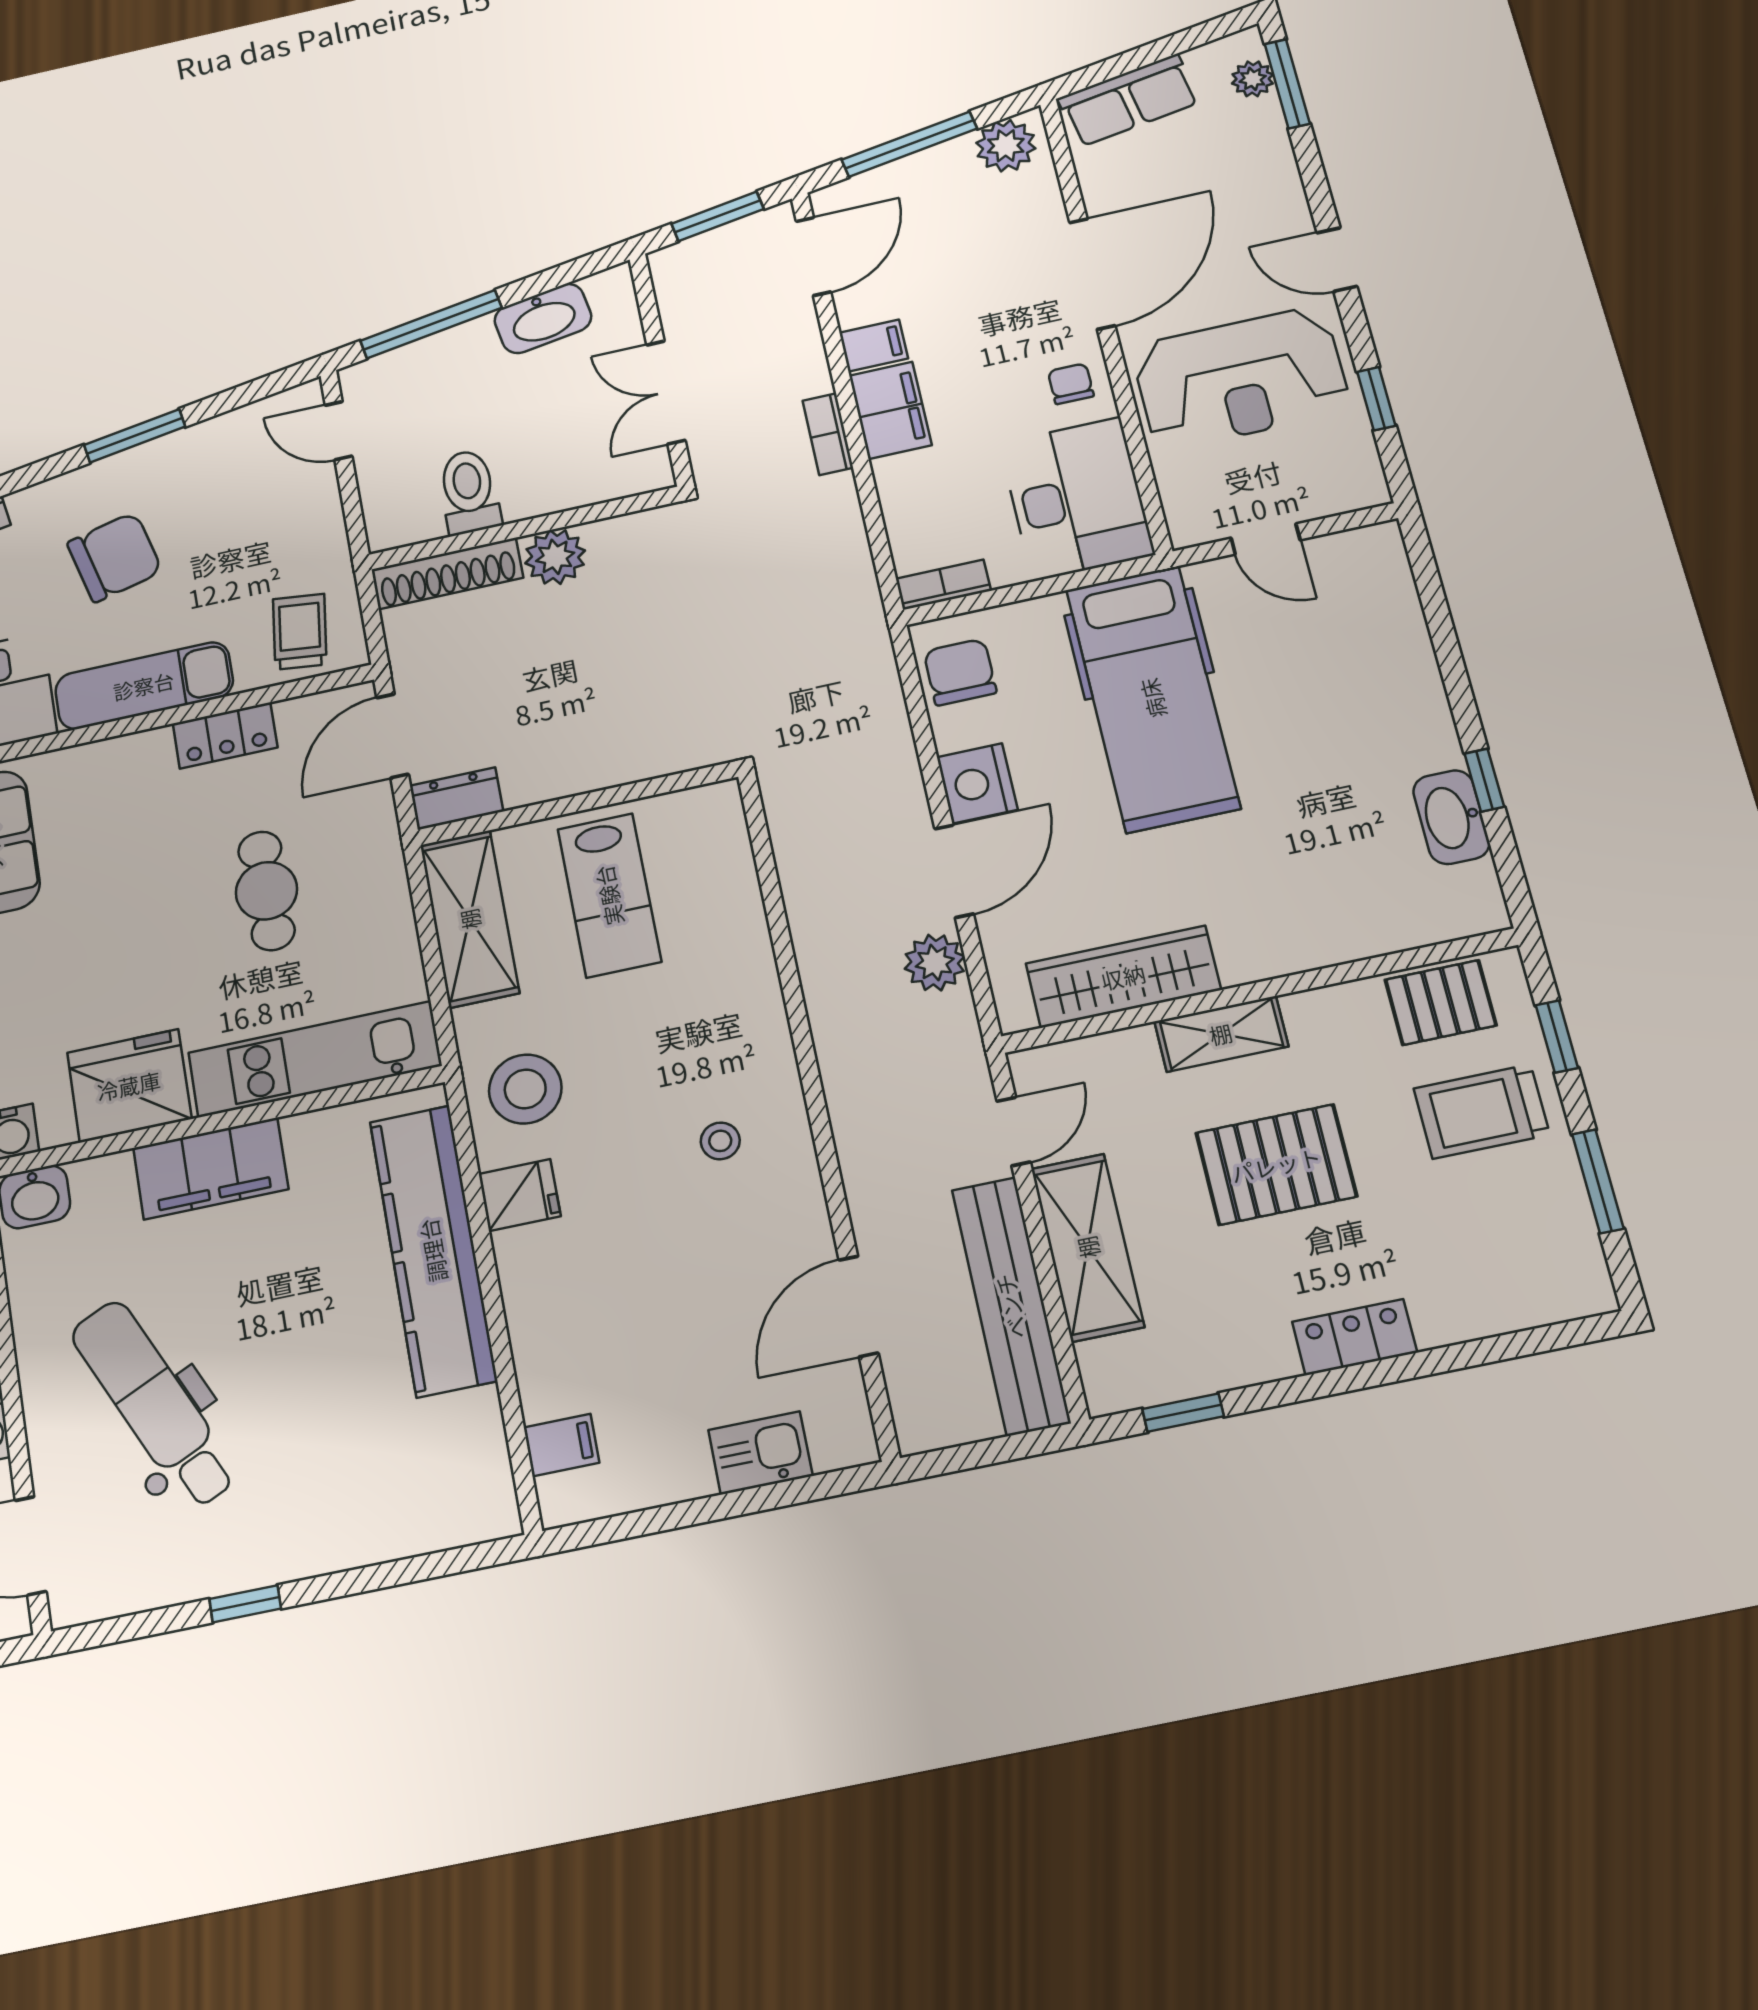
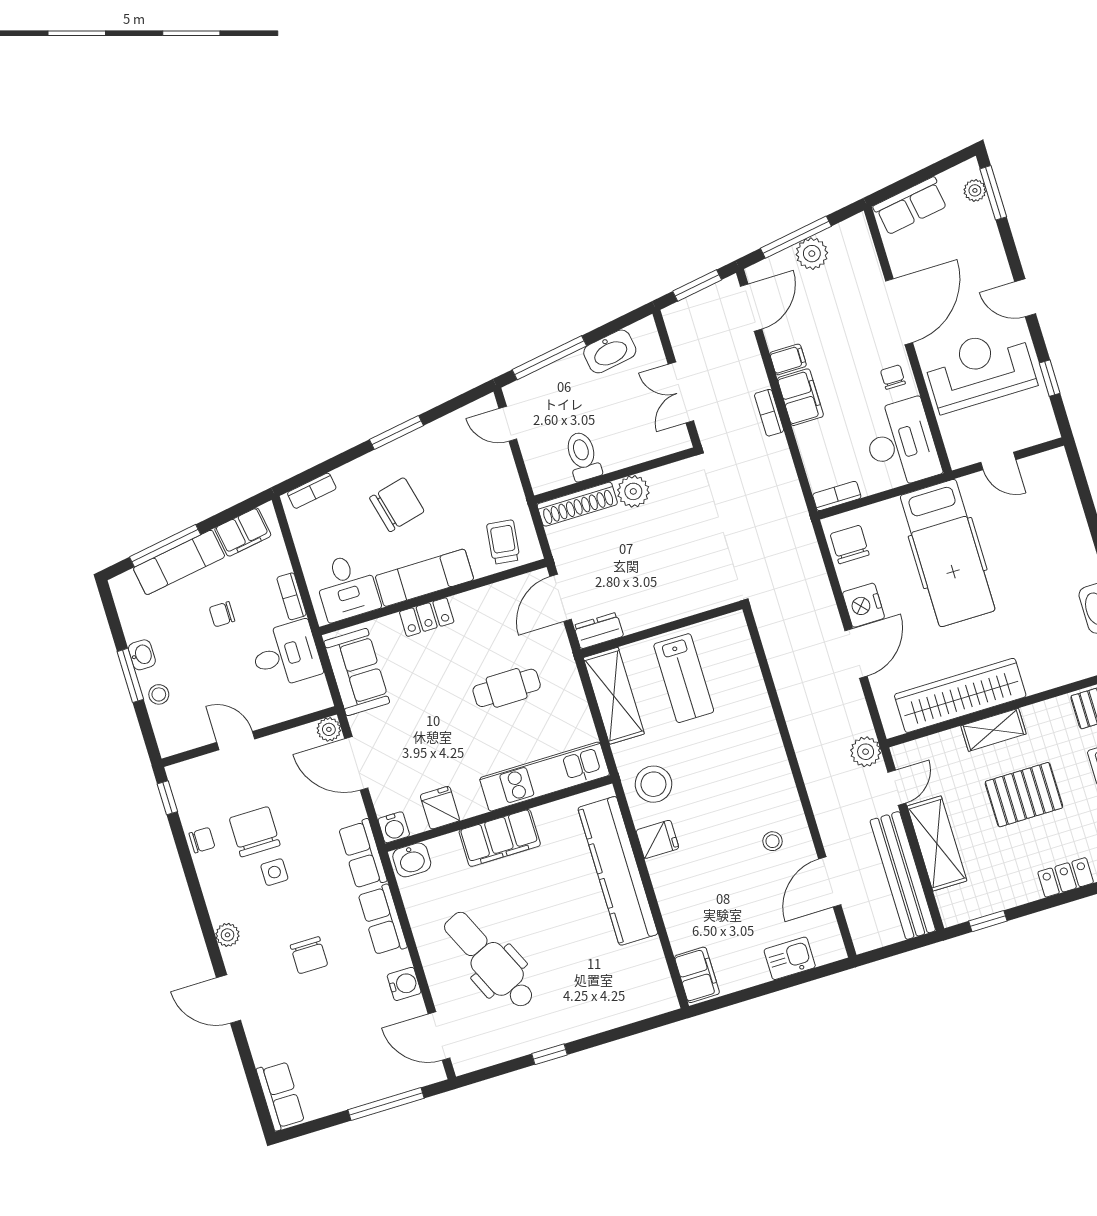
plant: (1006, 146) -> (812, 254), moved
reception desk: (1240, 378) -> (980, 370), turned 180
locker: (225, 735) -> (427, 617), moved
cafe table: (266, 891) -> (507, 688), turned 90
plant: (935, 963) -> (866, 752), moved
wardrobe: (1123, 977) -> (960, 695), width x1.40, depth x1.17
fridge: (129, 1086) -> (440, 808), width x0.53, depth x0.75
stool: (720, 1141) -> (773, 841), moved
filing cabinet: (561, 1445) -> (697, 975), width x2.00

